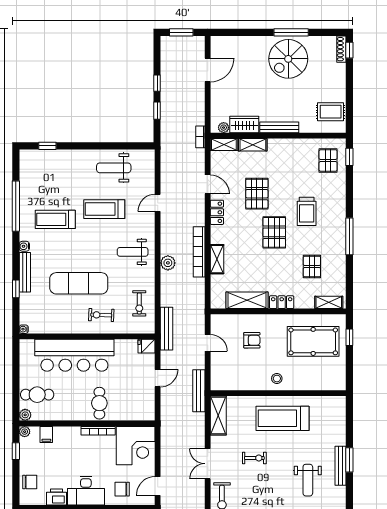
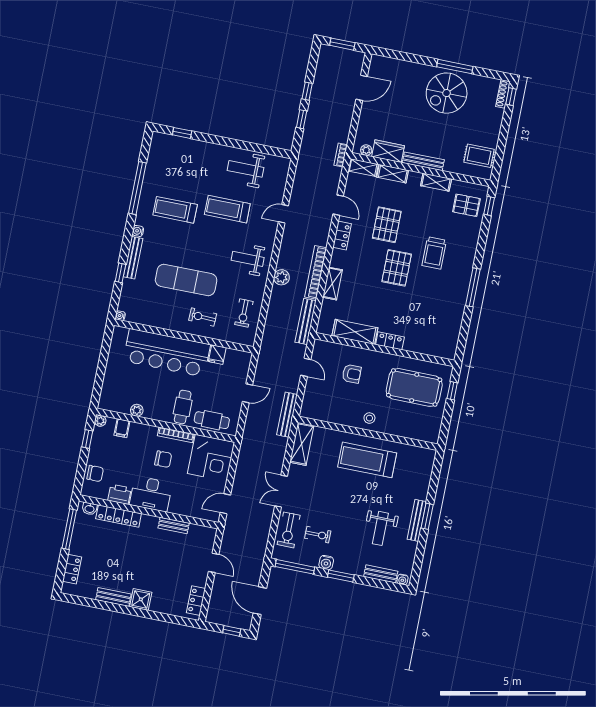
pallet: (328, 161) -> (466, 205), turned 90
pallet: (312, 266) -> (428, 311), removed
shelving: (329, 302) -> (436, 182), moved
bench: (167, 329) -> (306, 321), moved
fridge: (147, 346) -> (217, 355), moved, turned -90
cafe table: (37, 395) -> (212, 420), moved
plant: (25, 415) -> (137, 410), moved
exercise bike: (254, 458) -> (318, 535), moved
chair: (122, 489) -> (163, 459), moved, turned 180

